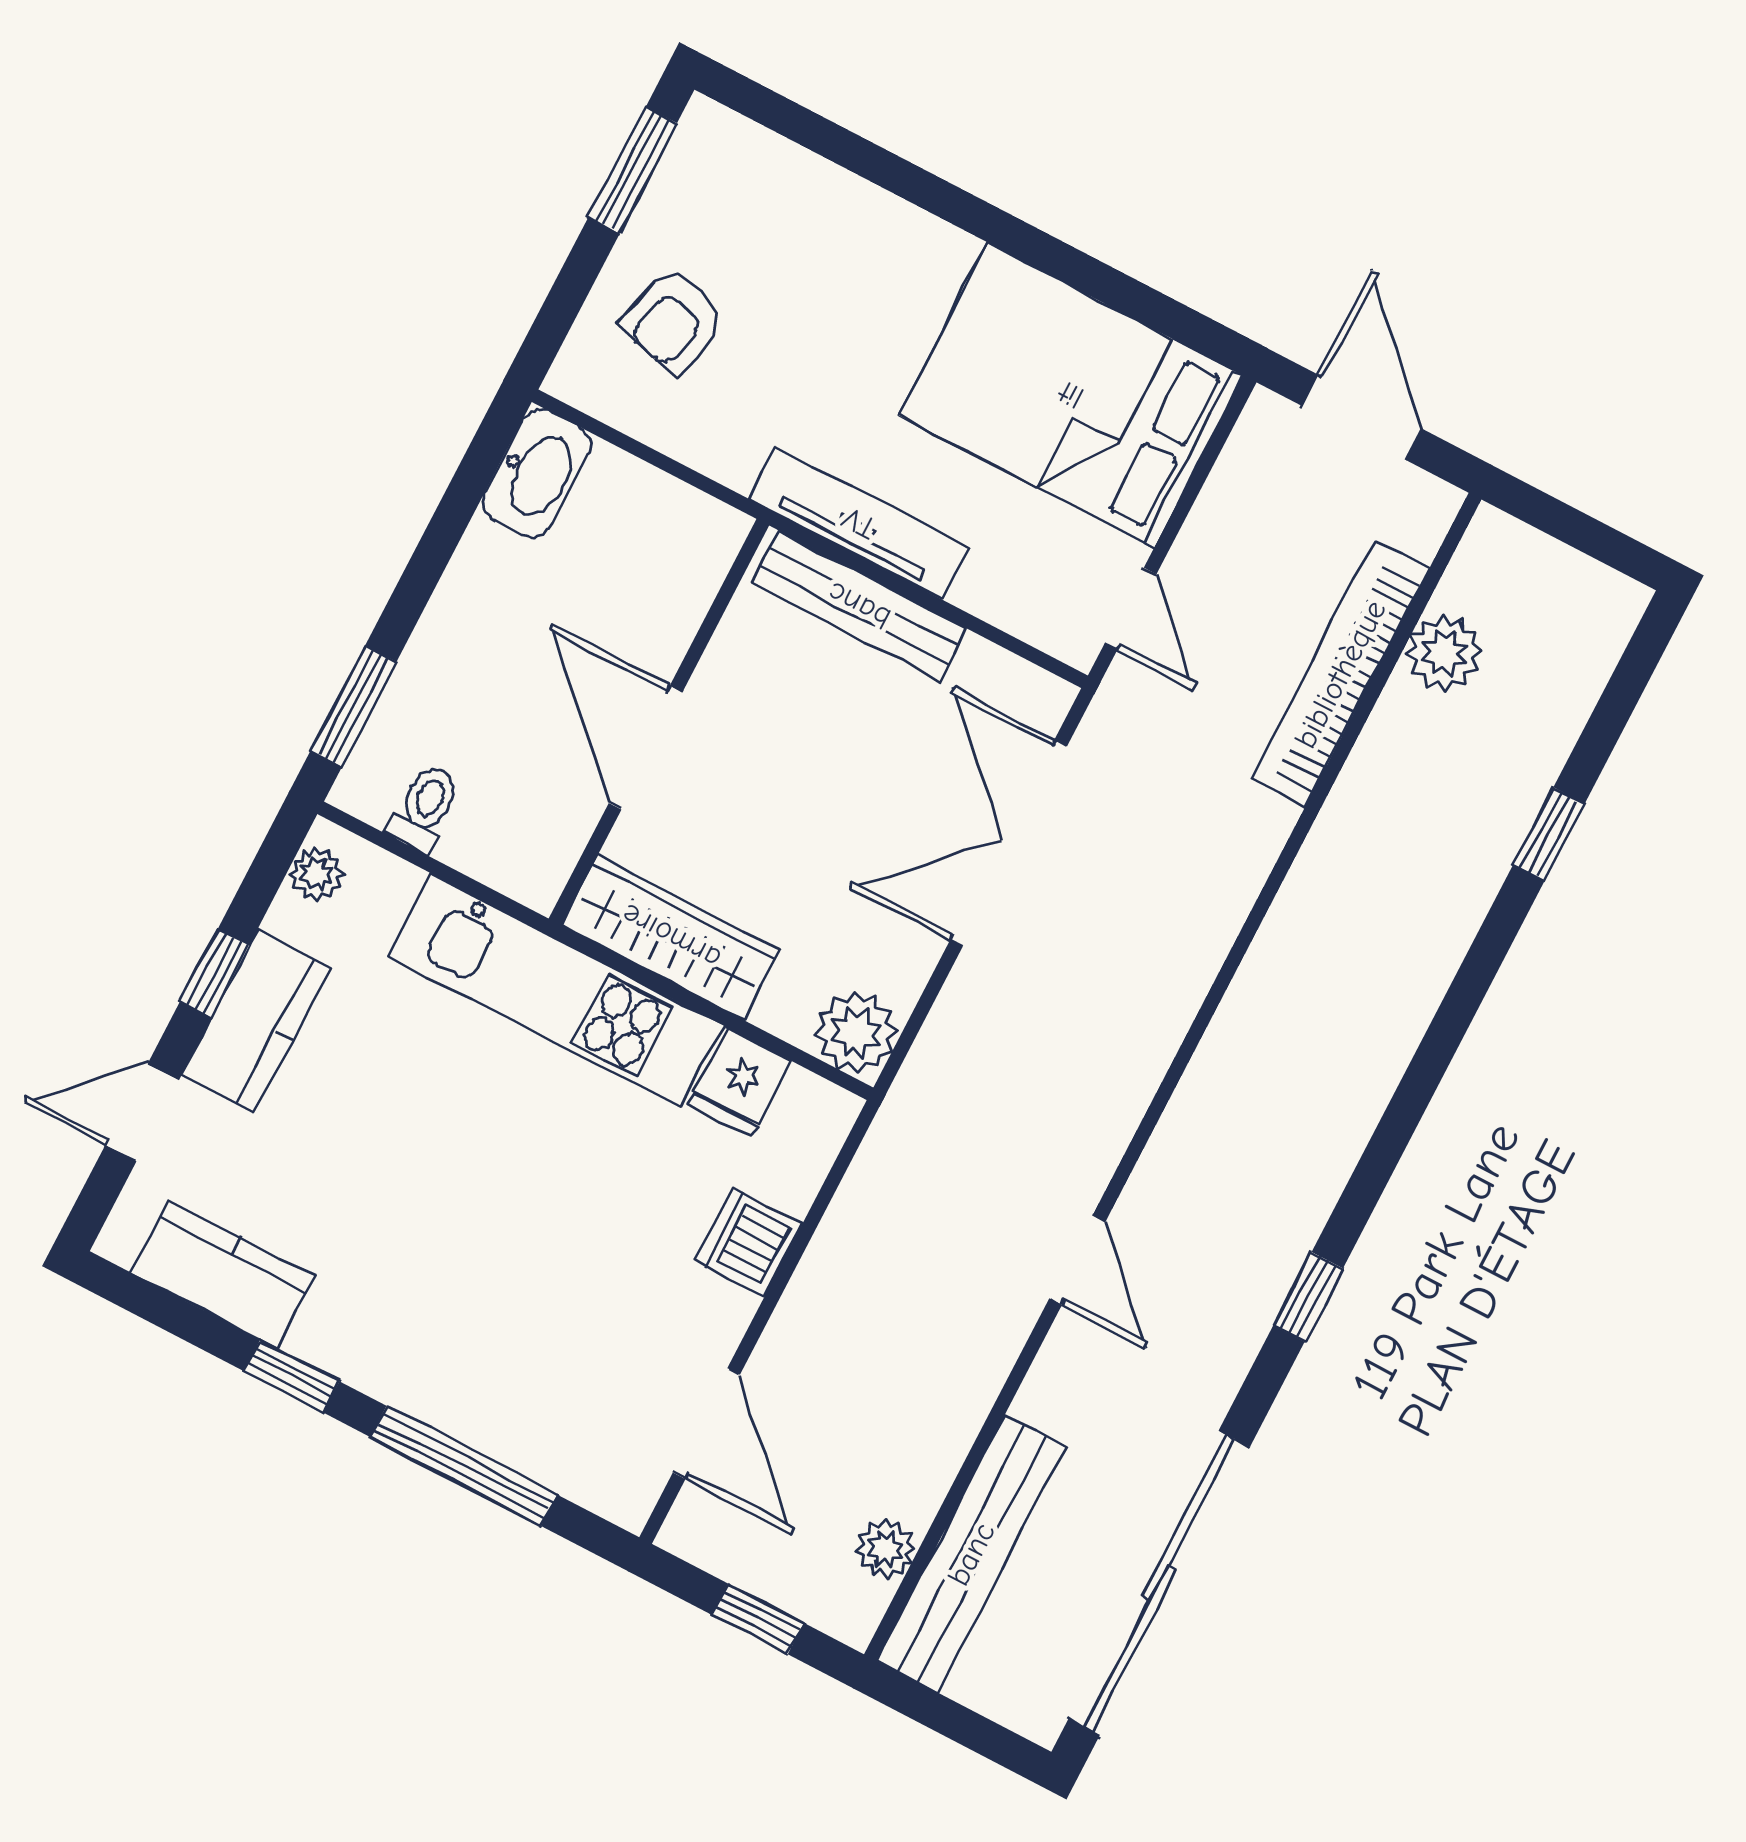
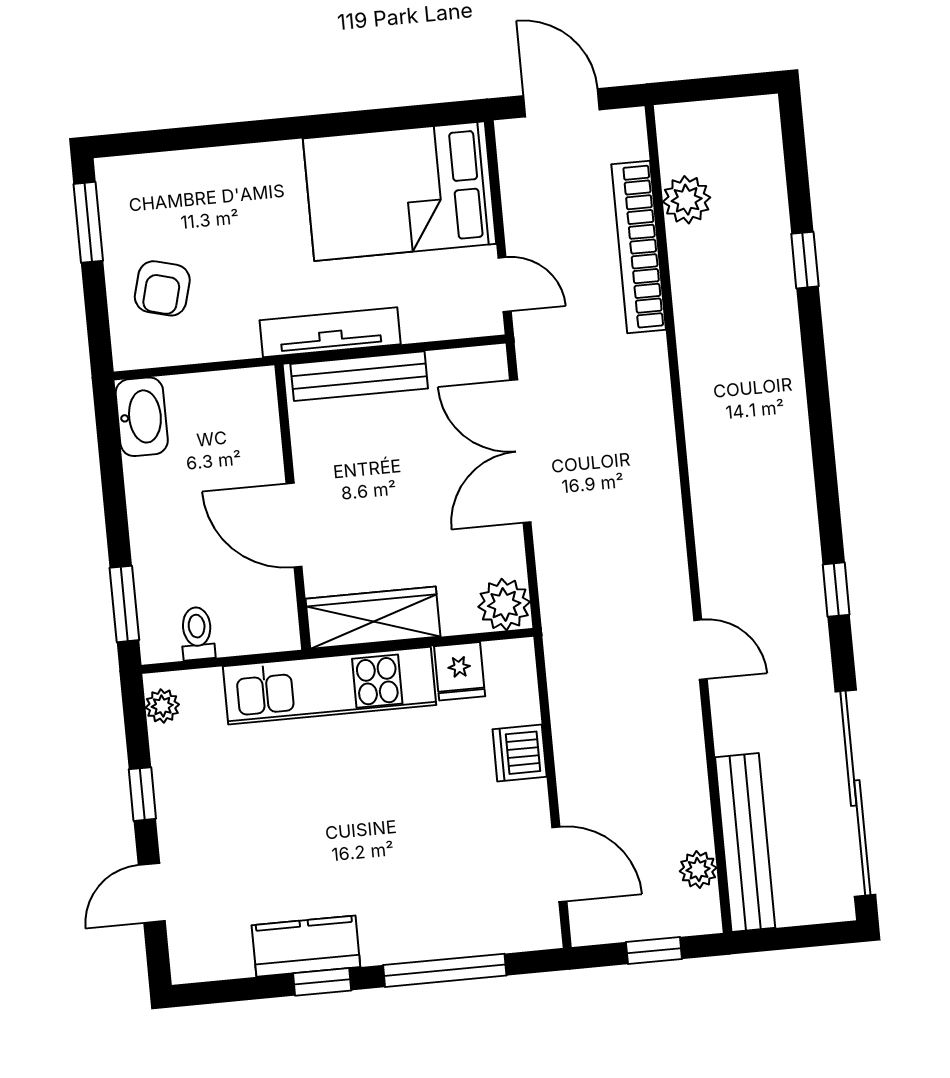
kitchen counter: (256, 1021) -> (181, 805), removed
kitchen counter: (223, 1274) -> (306, 946), moved

